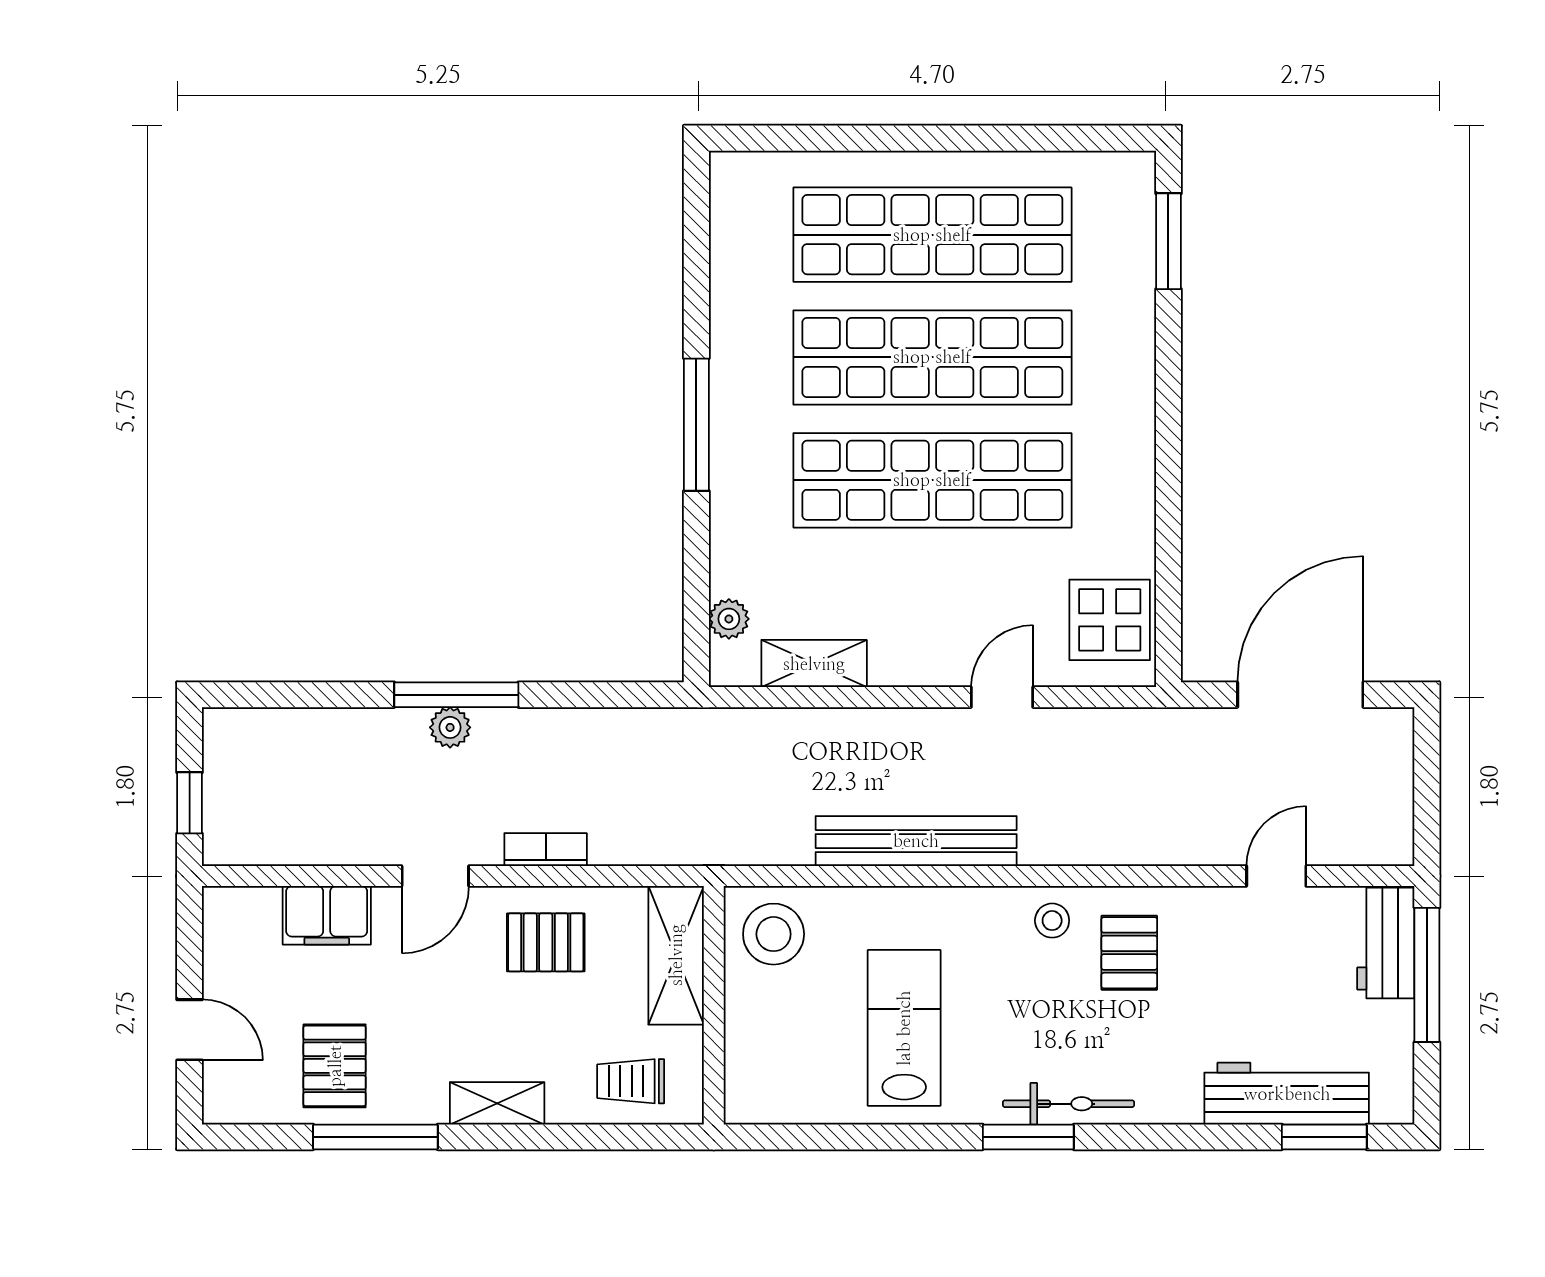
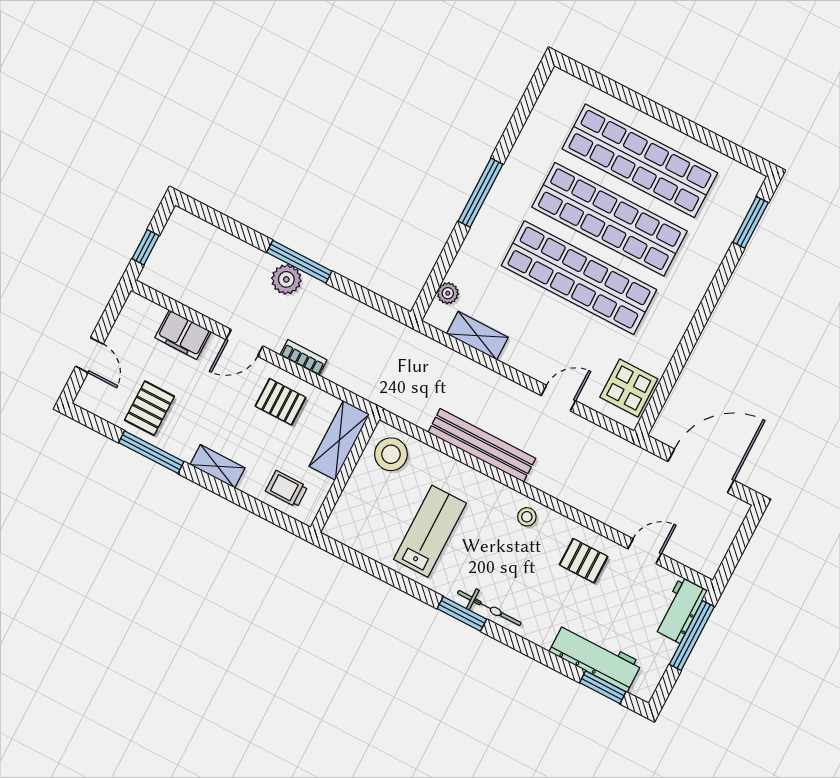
plant: (450, 727) -> (286, 279), width x1.38, depth x1.38
pallet: (1129, 953) -> (584, 561), moved, turned 90

